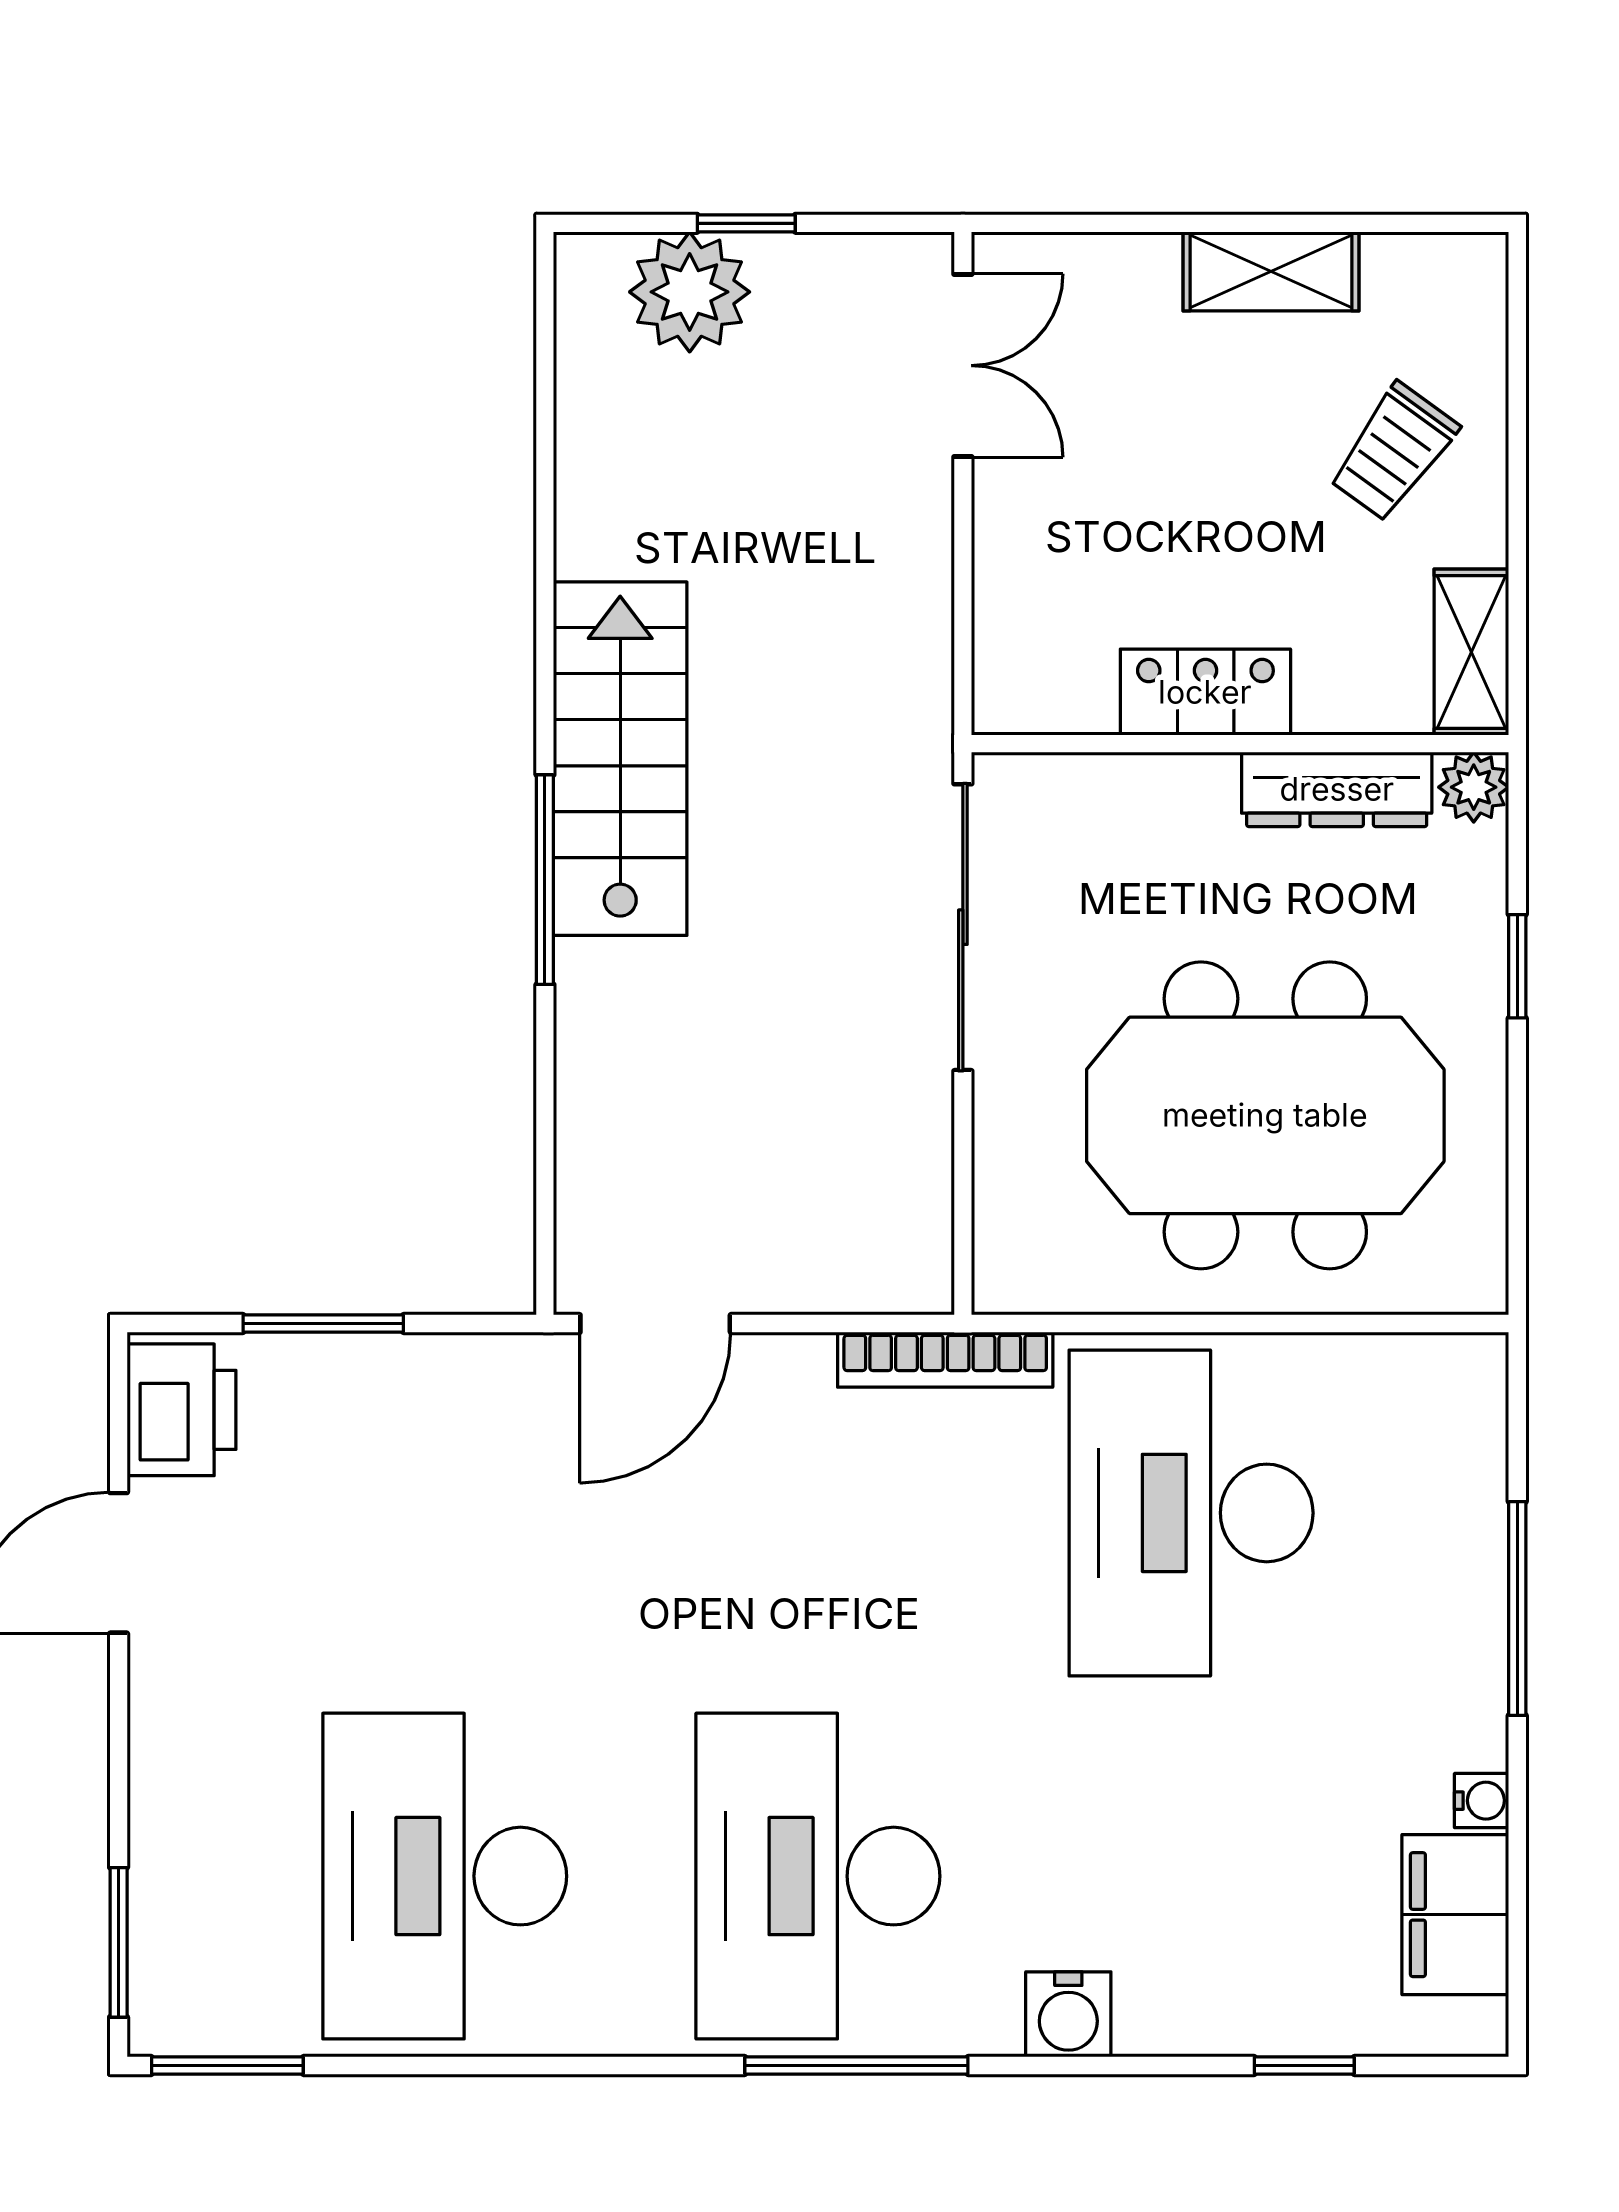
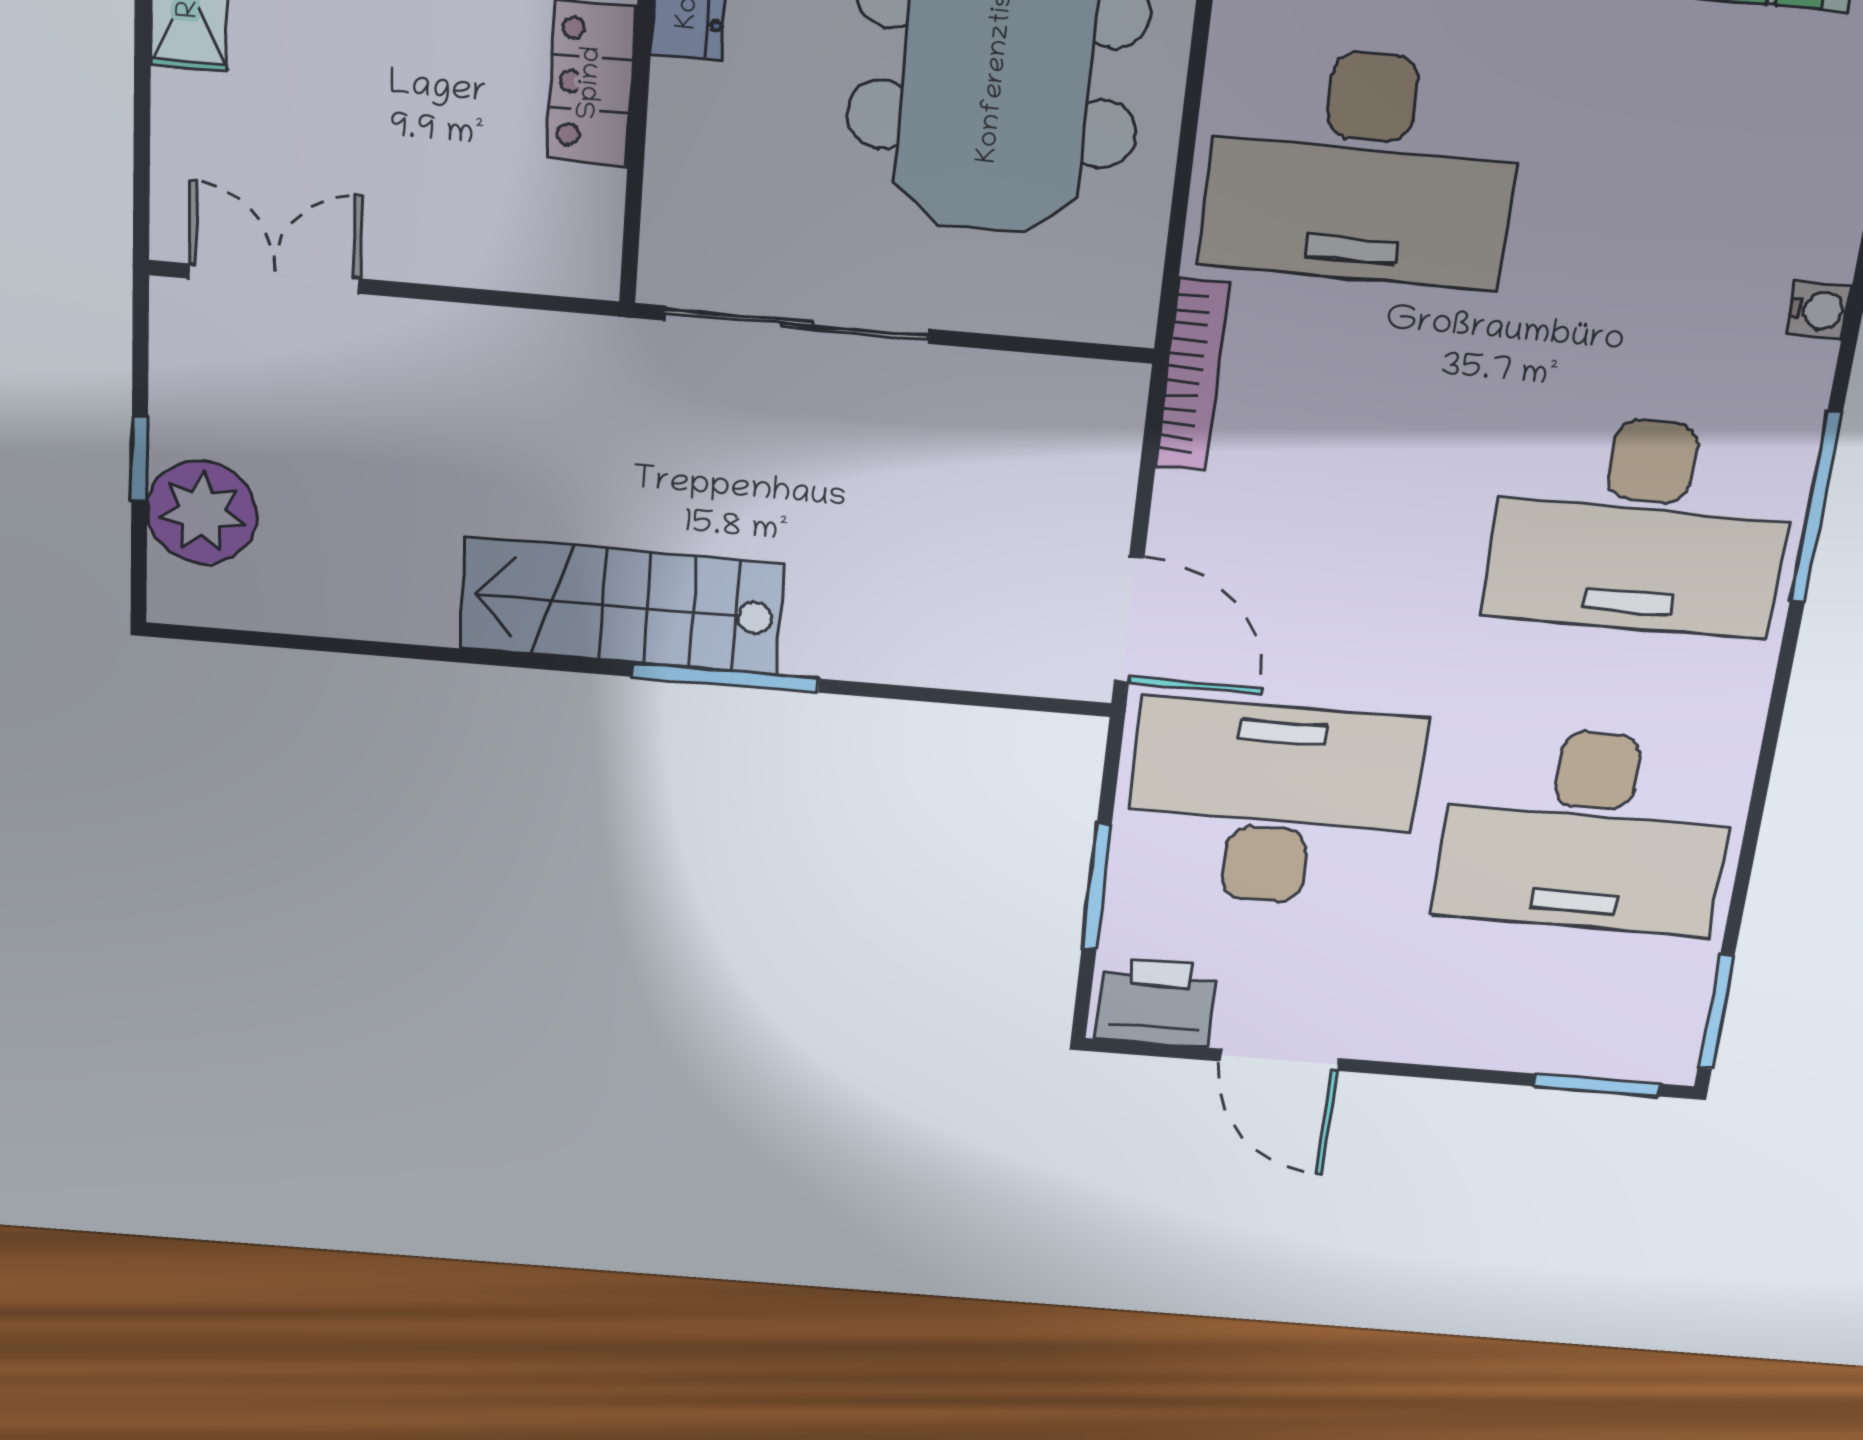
desk: (445, 1513) -> (1273, 805), added
water cooler: (1068, 2014) -> (1819, 310), width x0.72, depth x0.72

